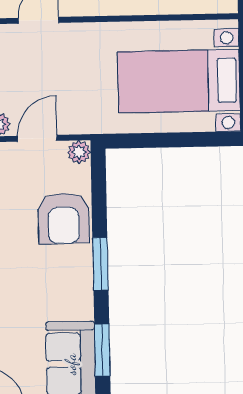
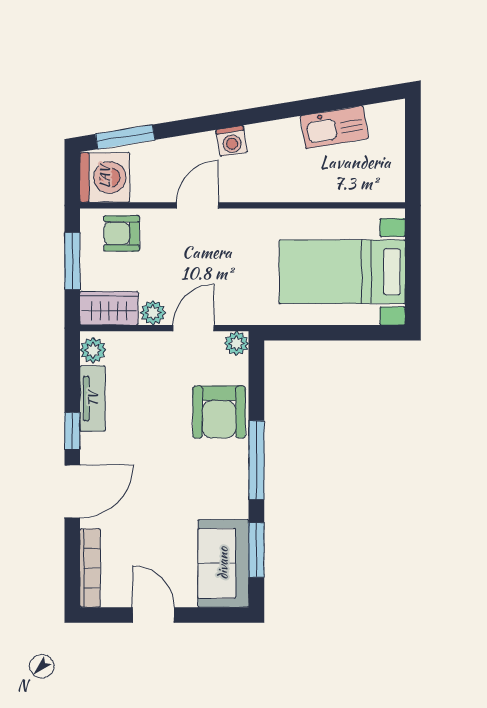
window: (100, 264) -> (256, 460), width x1.44

